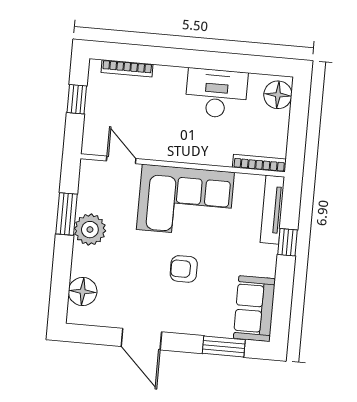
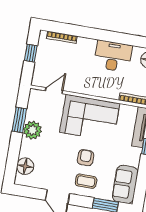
door: (121, 160) -> (54, 91), hinge flipped
armchair: (184, 269) -> (86, 158), turned 90
coffee table: (188, 309) -> (86, 181), added

